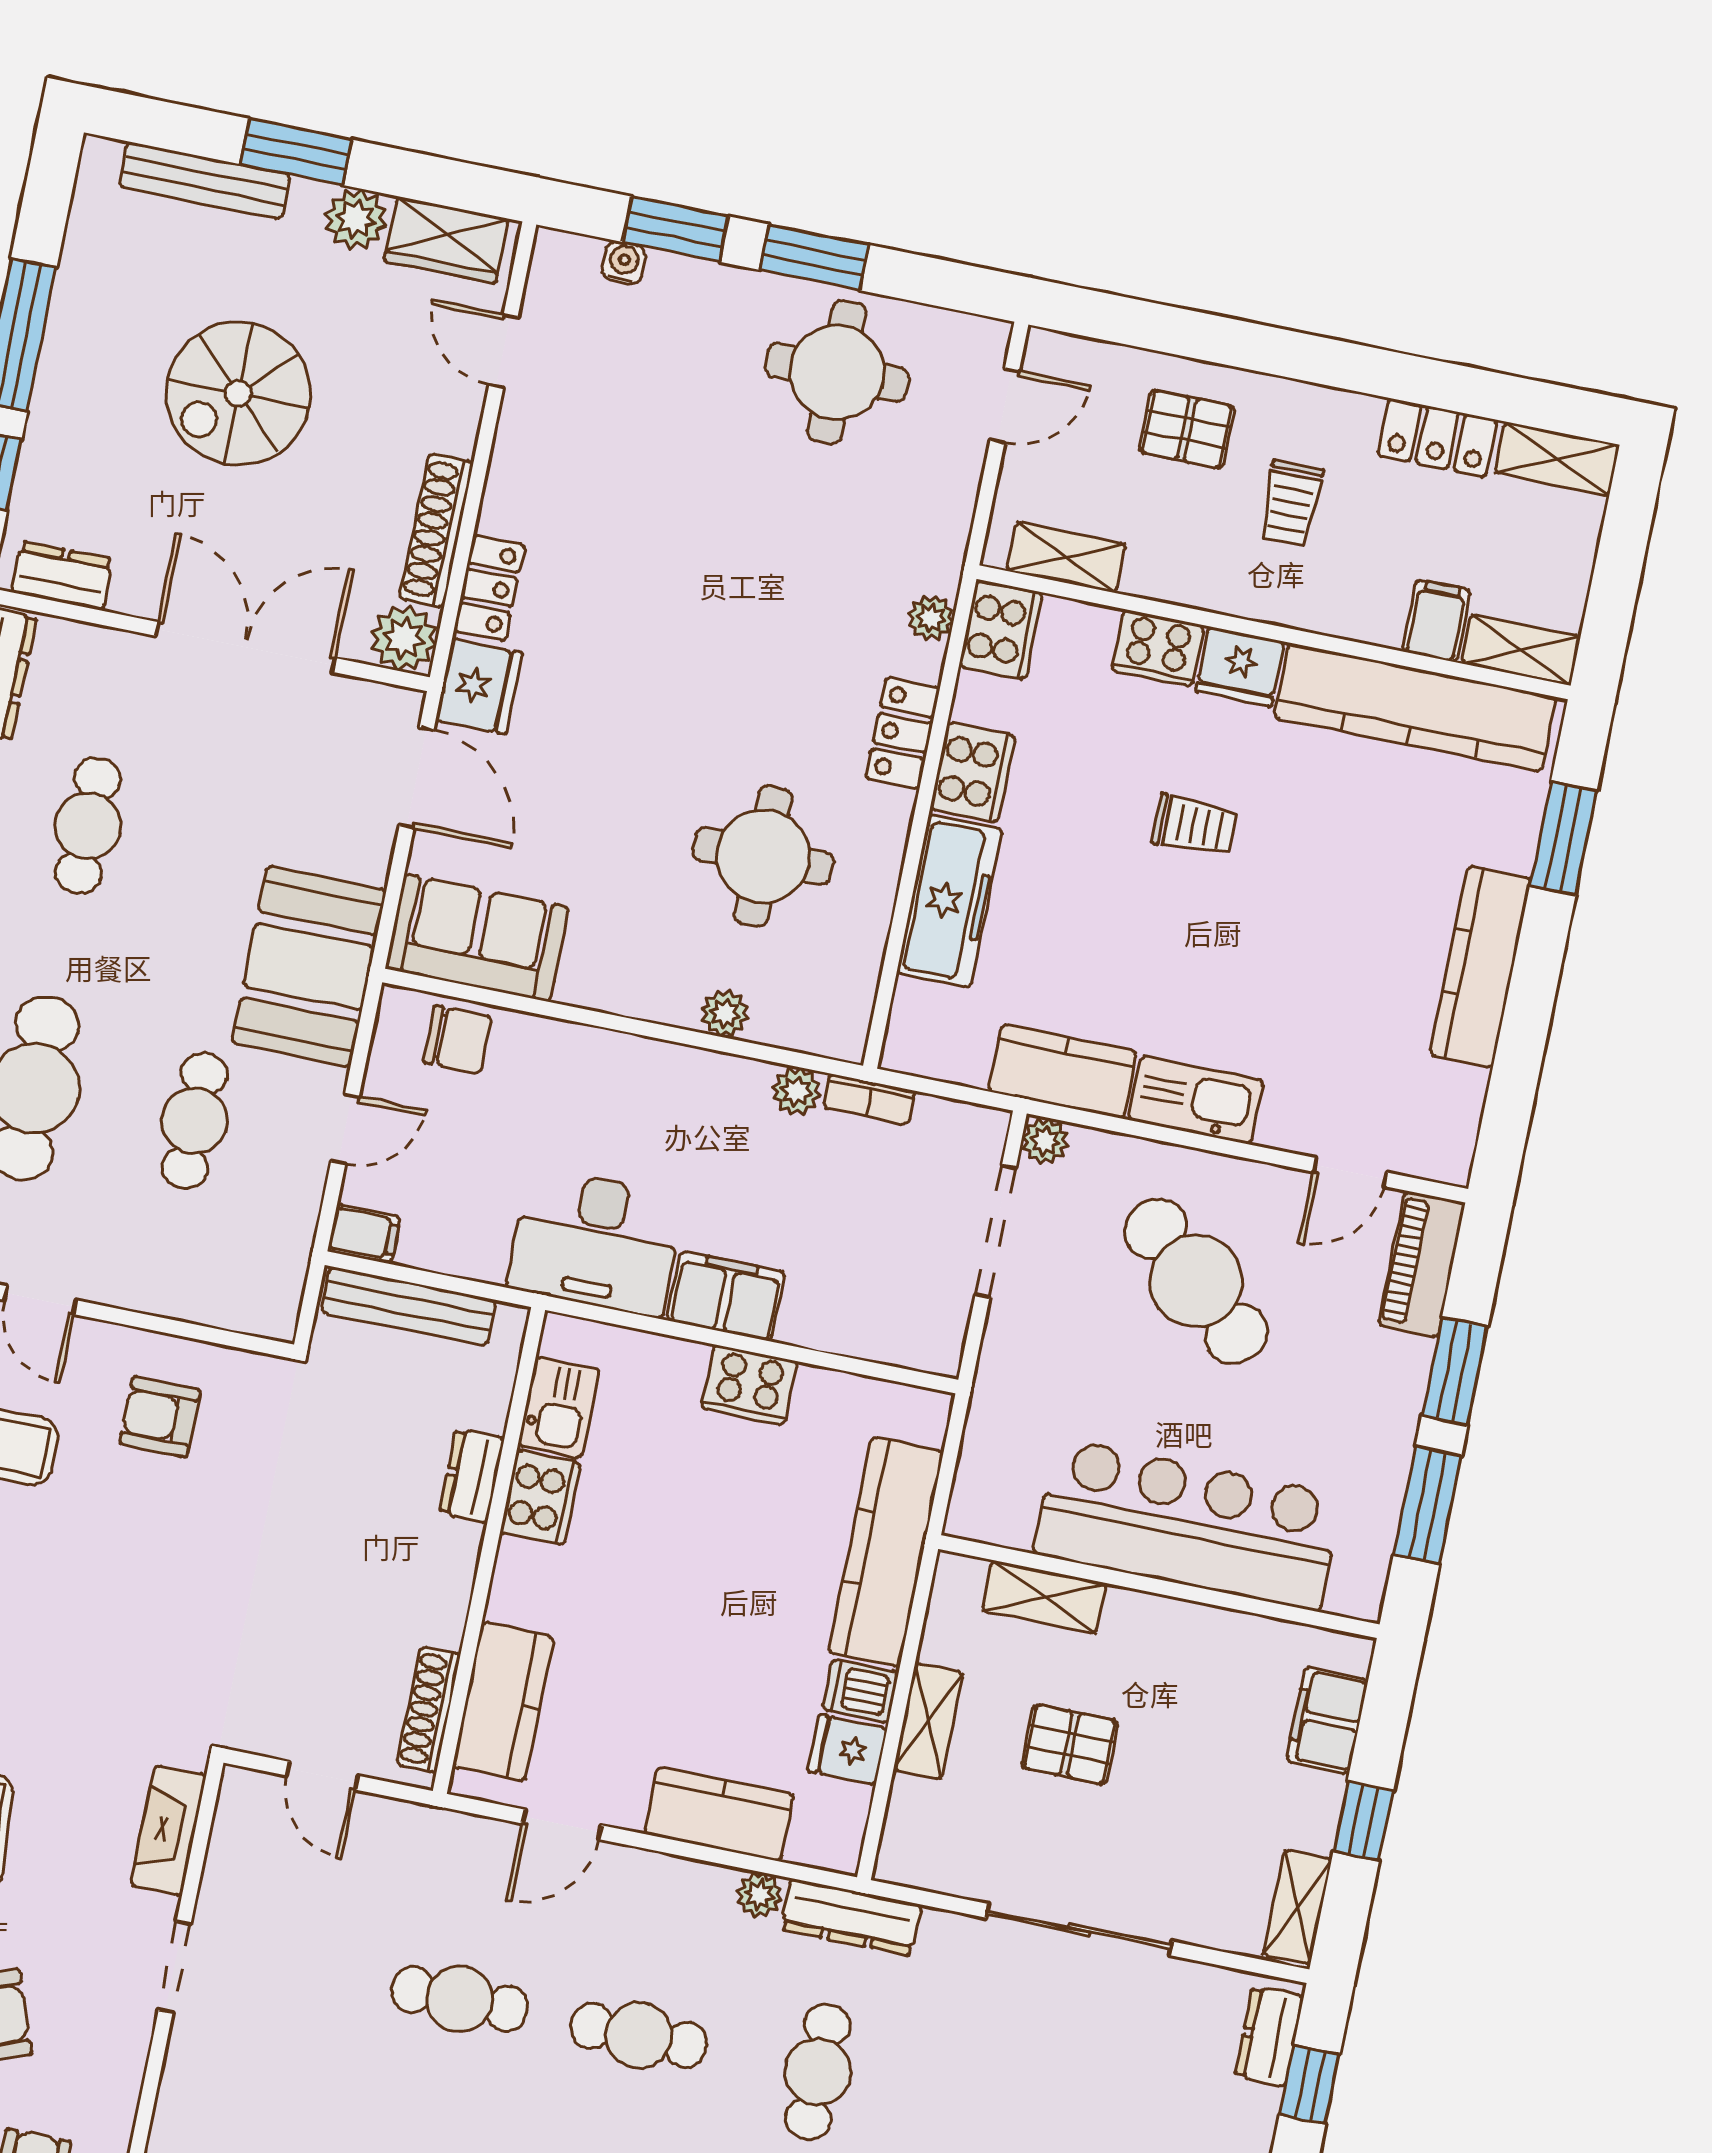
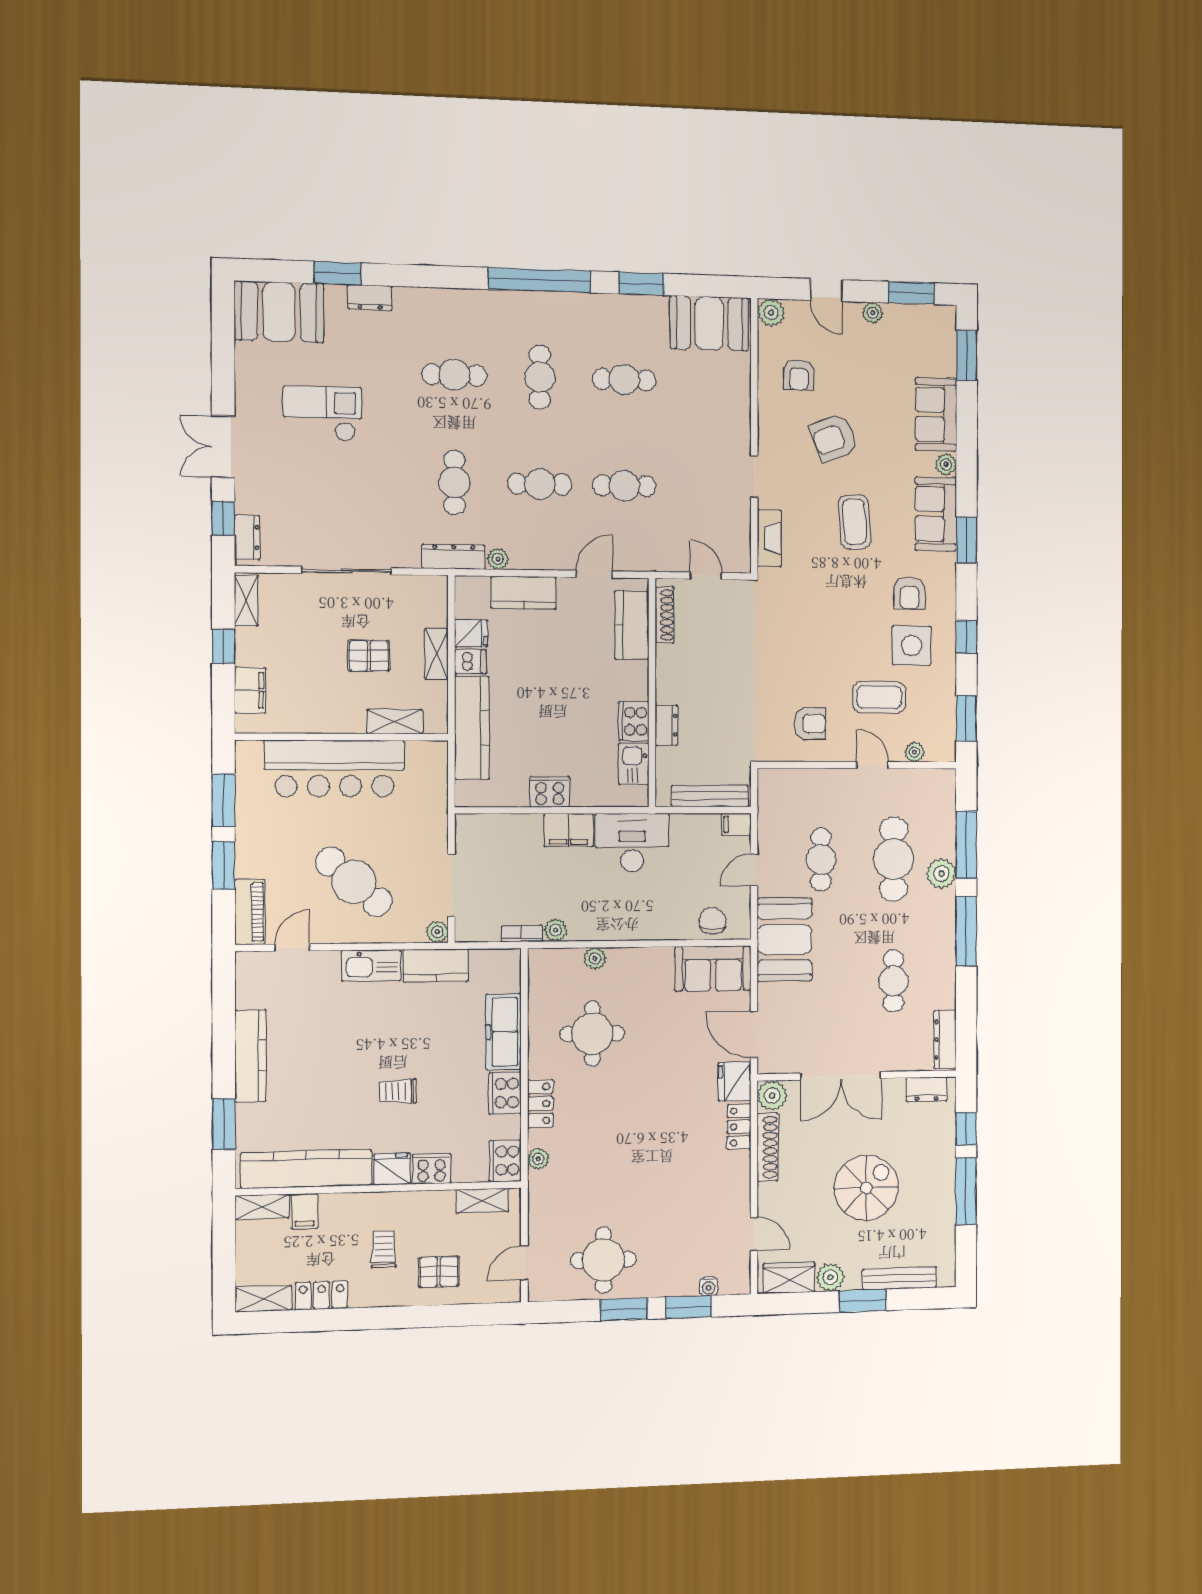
chair: (457, 1039) -> (712, 921), turned 90

